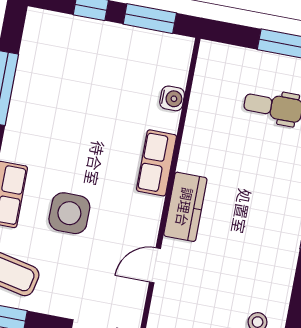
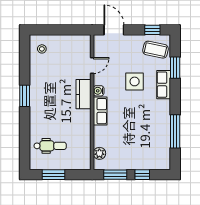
plant: (175, 71) -> (99, 153), added
water cooler: (172, 98) -> (99, 91), moved

